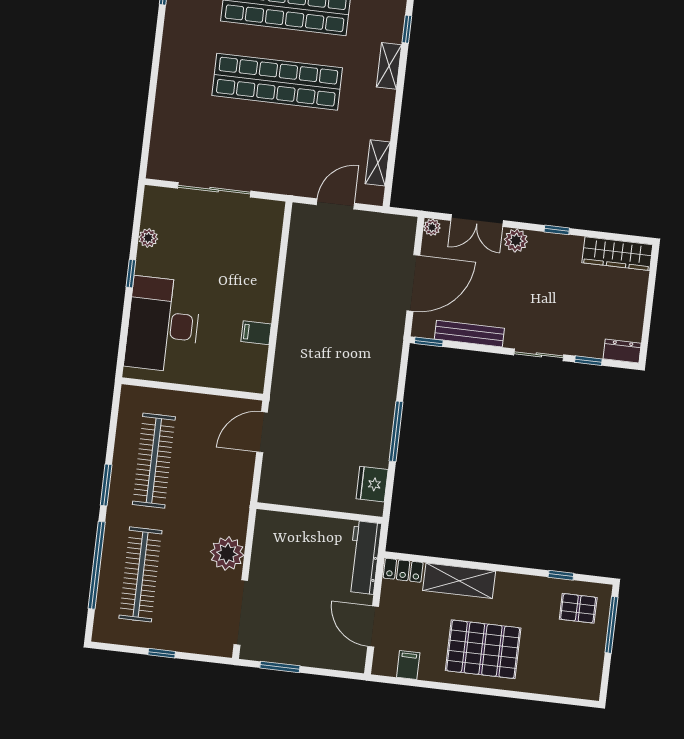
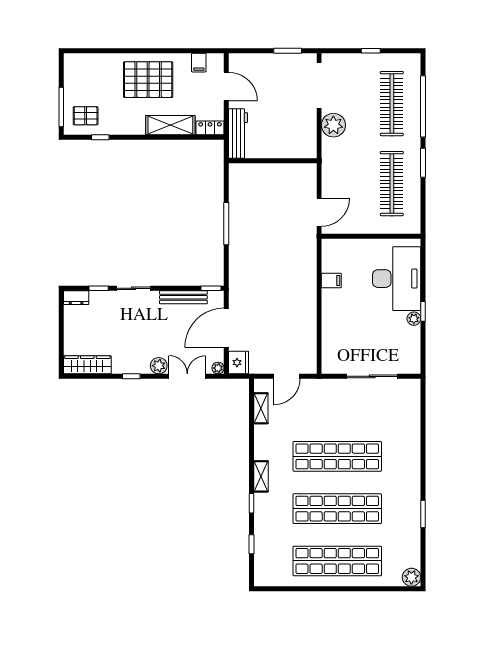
plant: (148, 238) -> (414, 319), moved
fridge: (372, 484) -> (239, 363), moved

